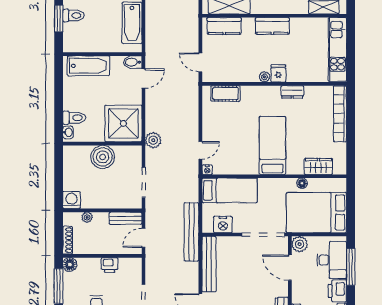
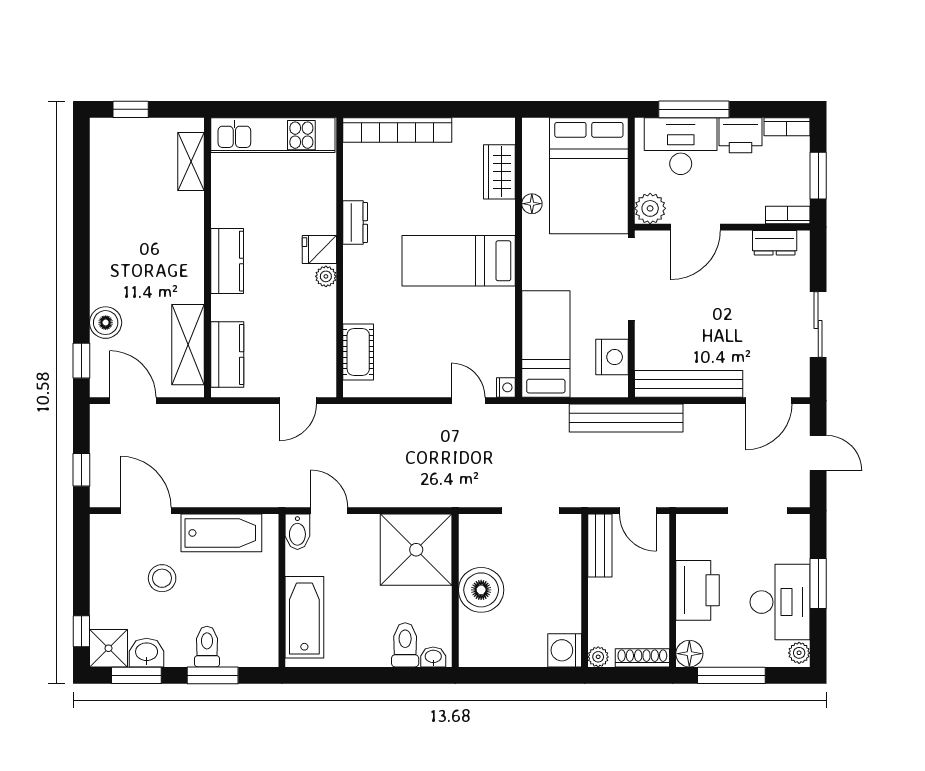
plant: (153, 140) -> (449, 492), removed
plant: (87, 217) -> (598, 657), moved
printer: (110, 265) -> (698, 590), width x1.87, depth x1.48

